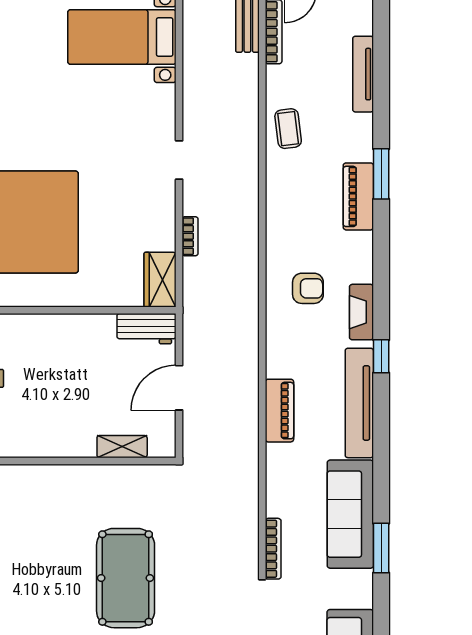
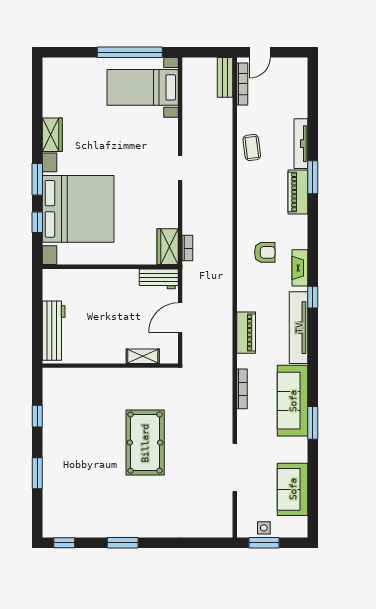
tv unit: (363, 74) -> (301, 144), moved
bookcase: (190, 236) -> (187, 248), moved
bookcase: (273, 549) -> (242, 389), moved

